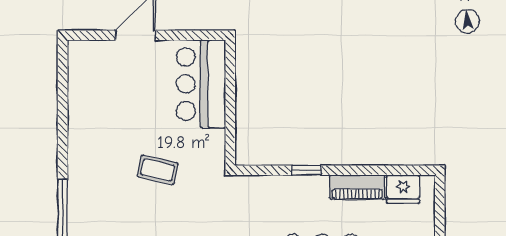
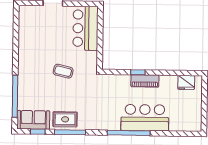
piano: (357, 187) -> (145, 81), moved

